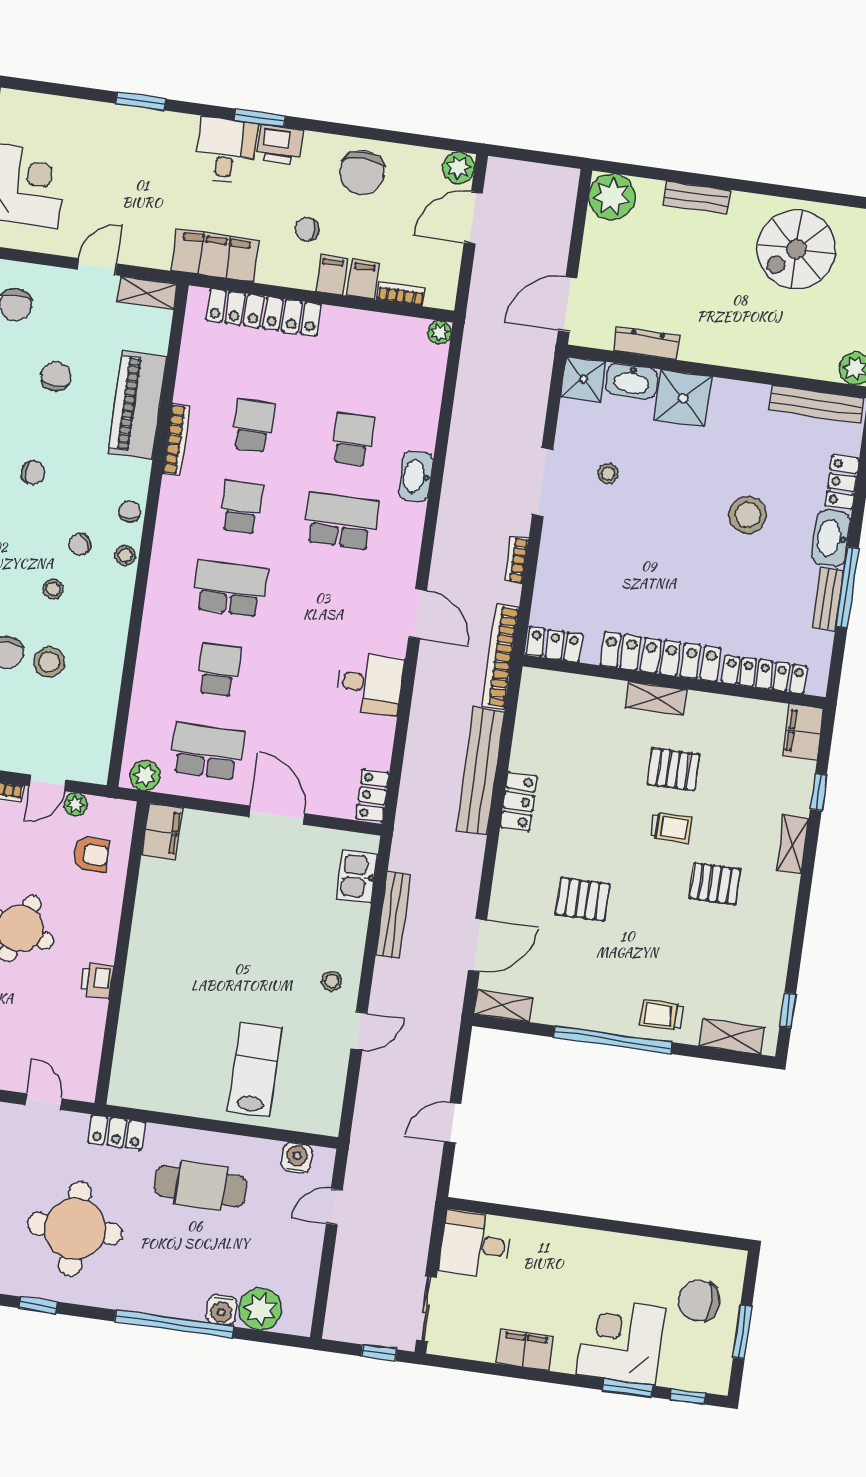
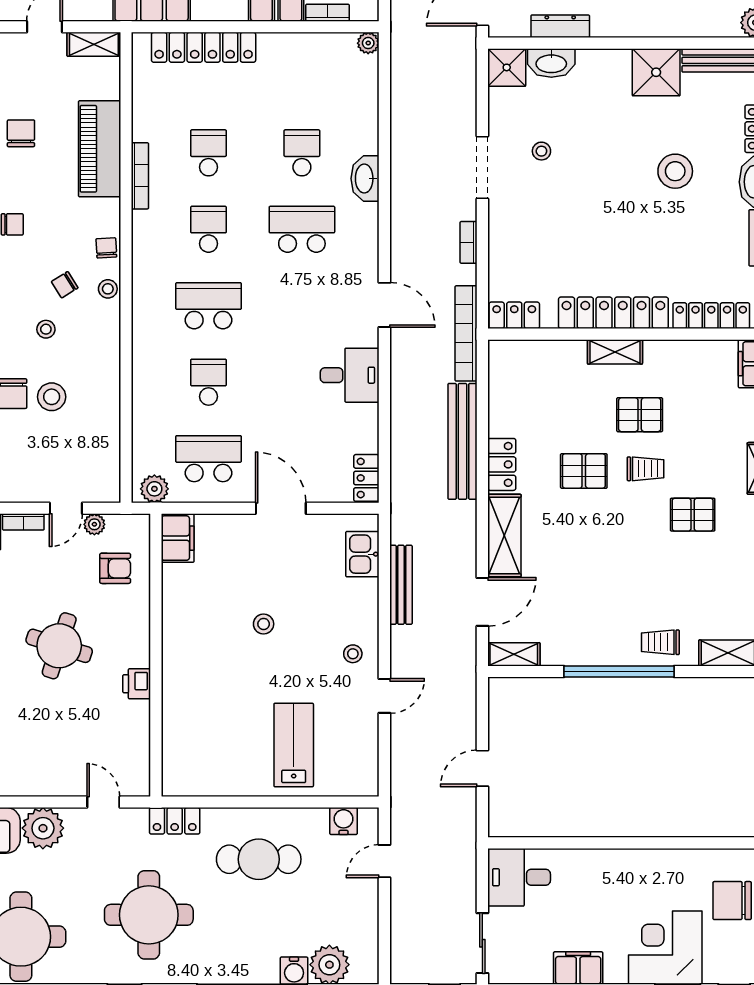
shower: (683, 398) -> (656, 72), moved
shelving: (511, 878) -> (504, 536), added
pallet: (582, 899) -> (584, 471), moved
stool: (241, 936) -> (264, 624), added

